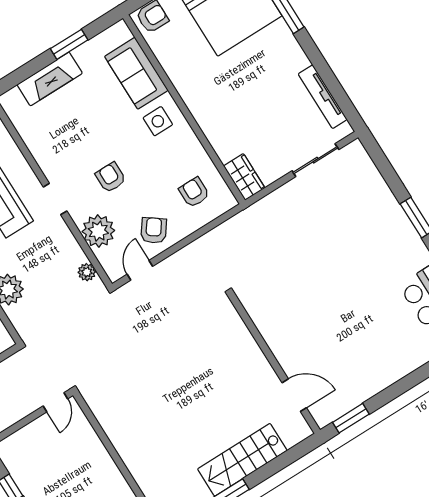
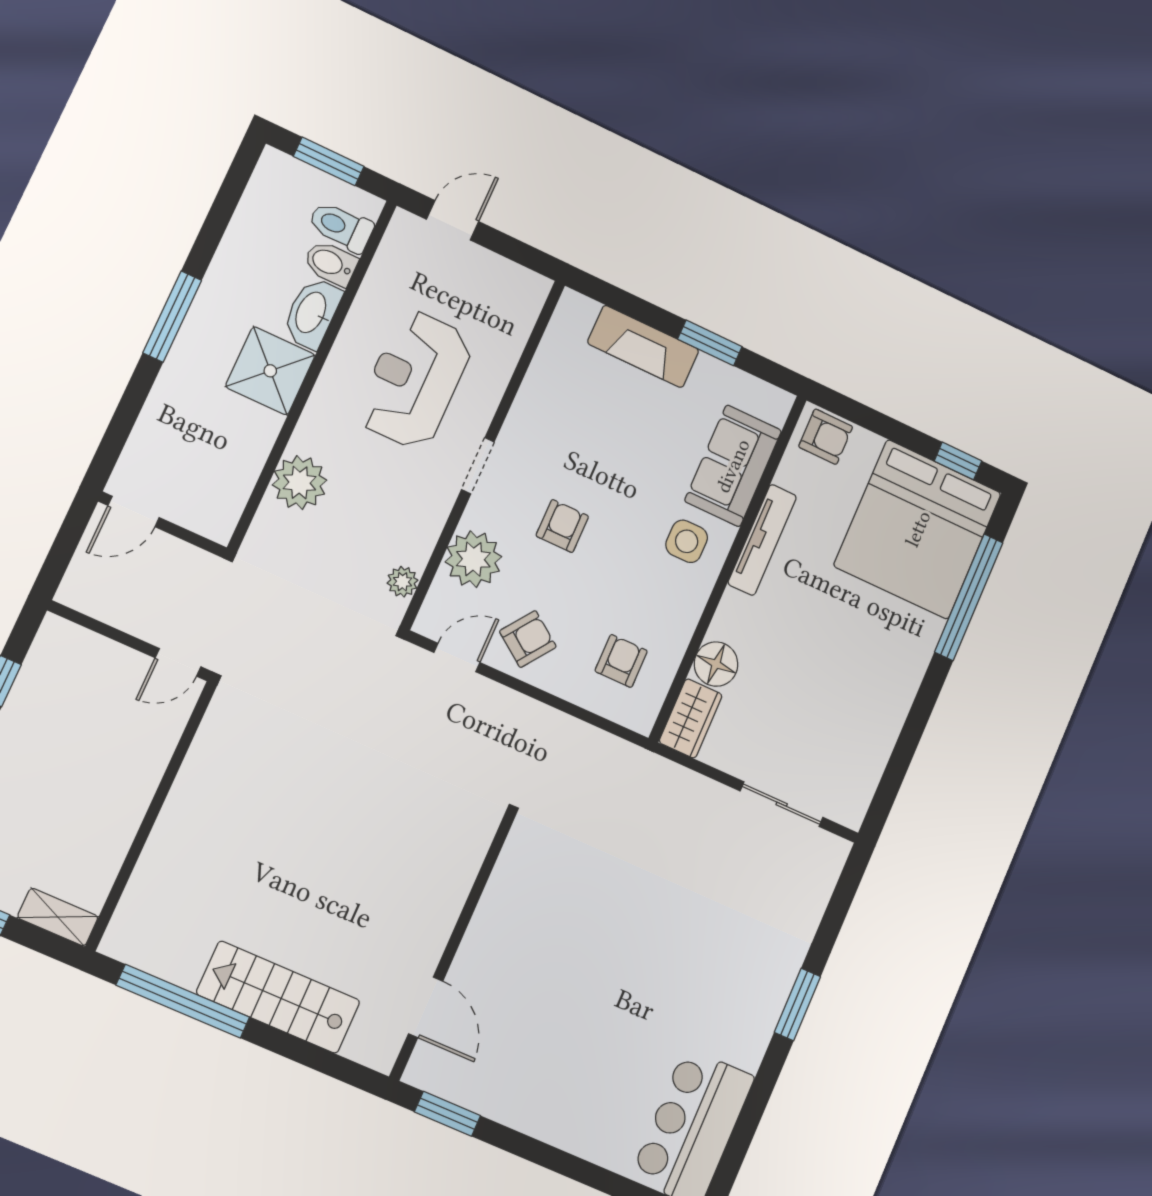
tv unit: (323, 97) -> (762, 540), moved, turned 180
floor lamp: (226, 147) -> (716, 664), added

